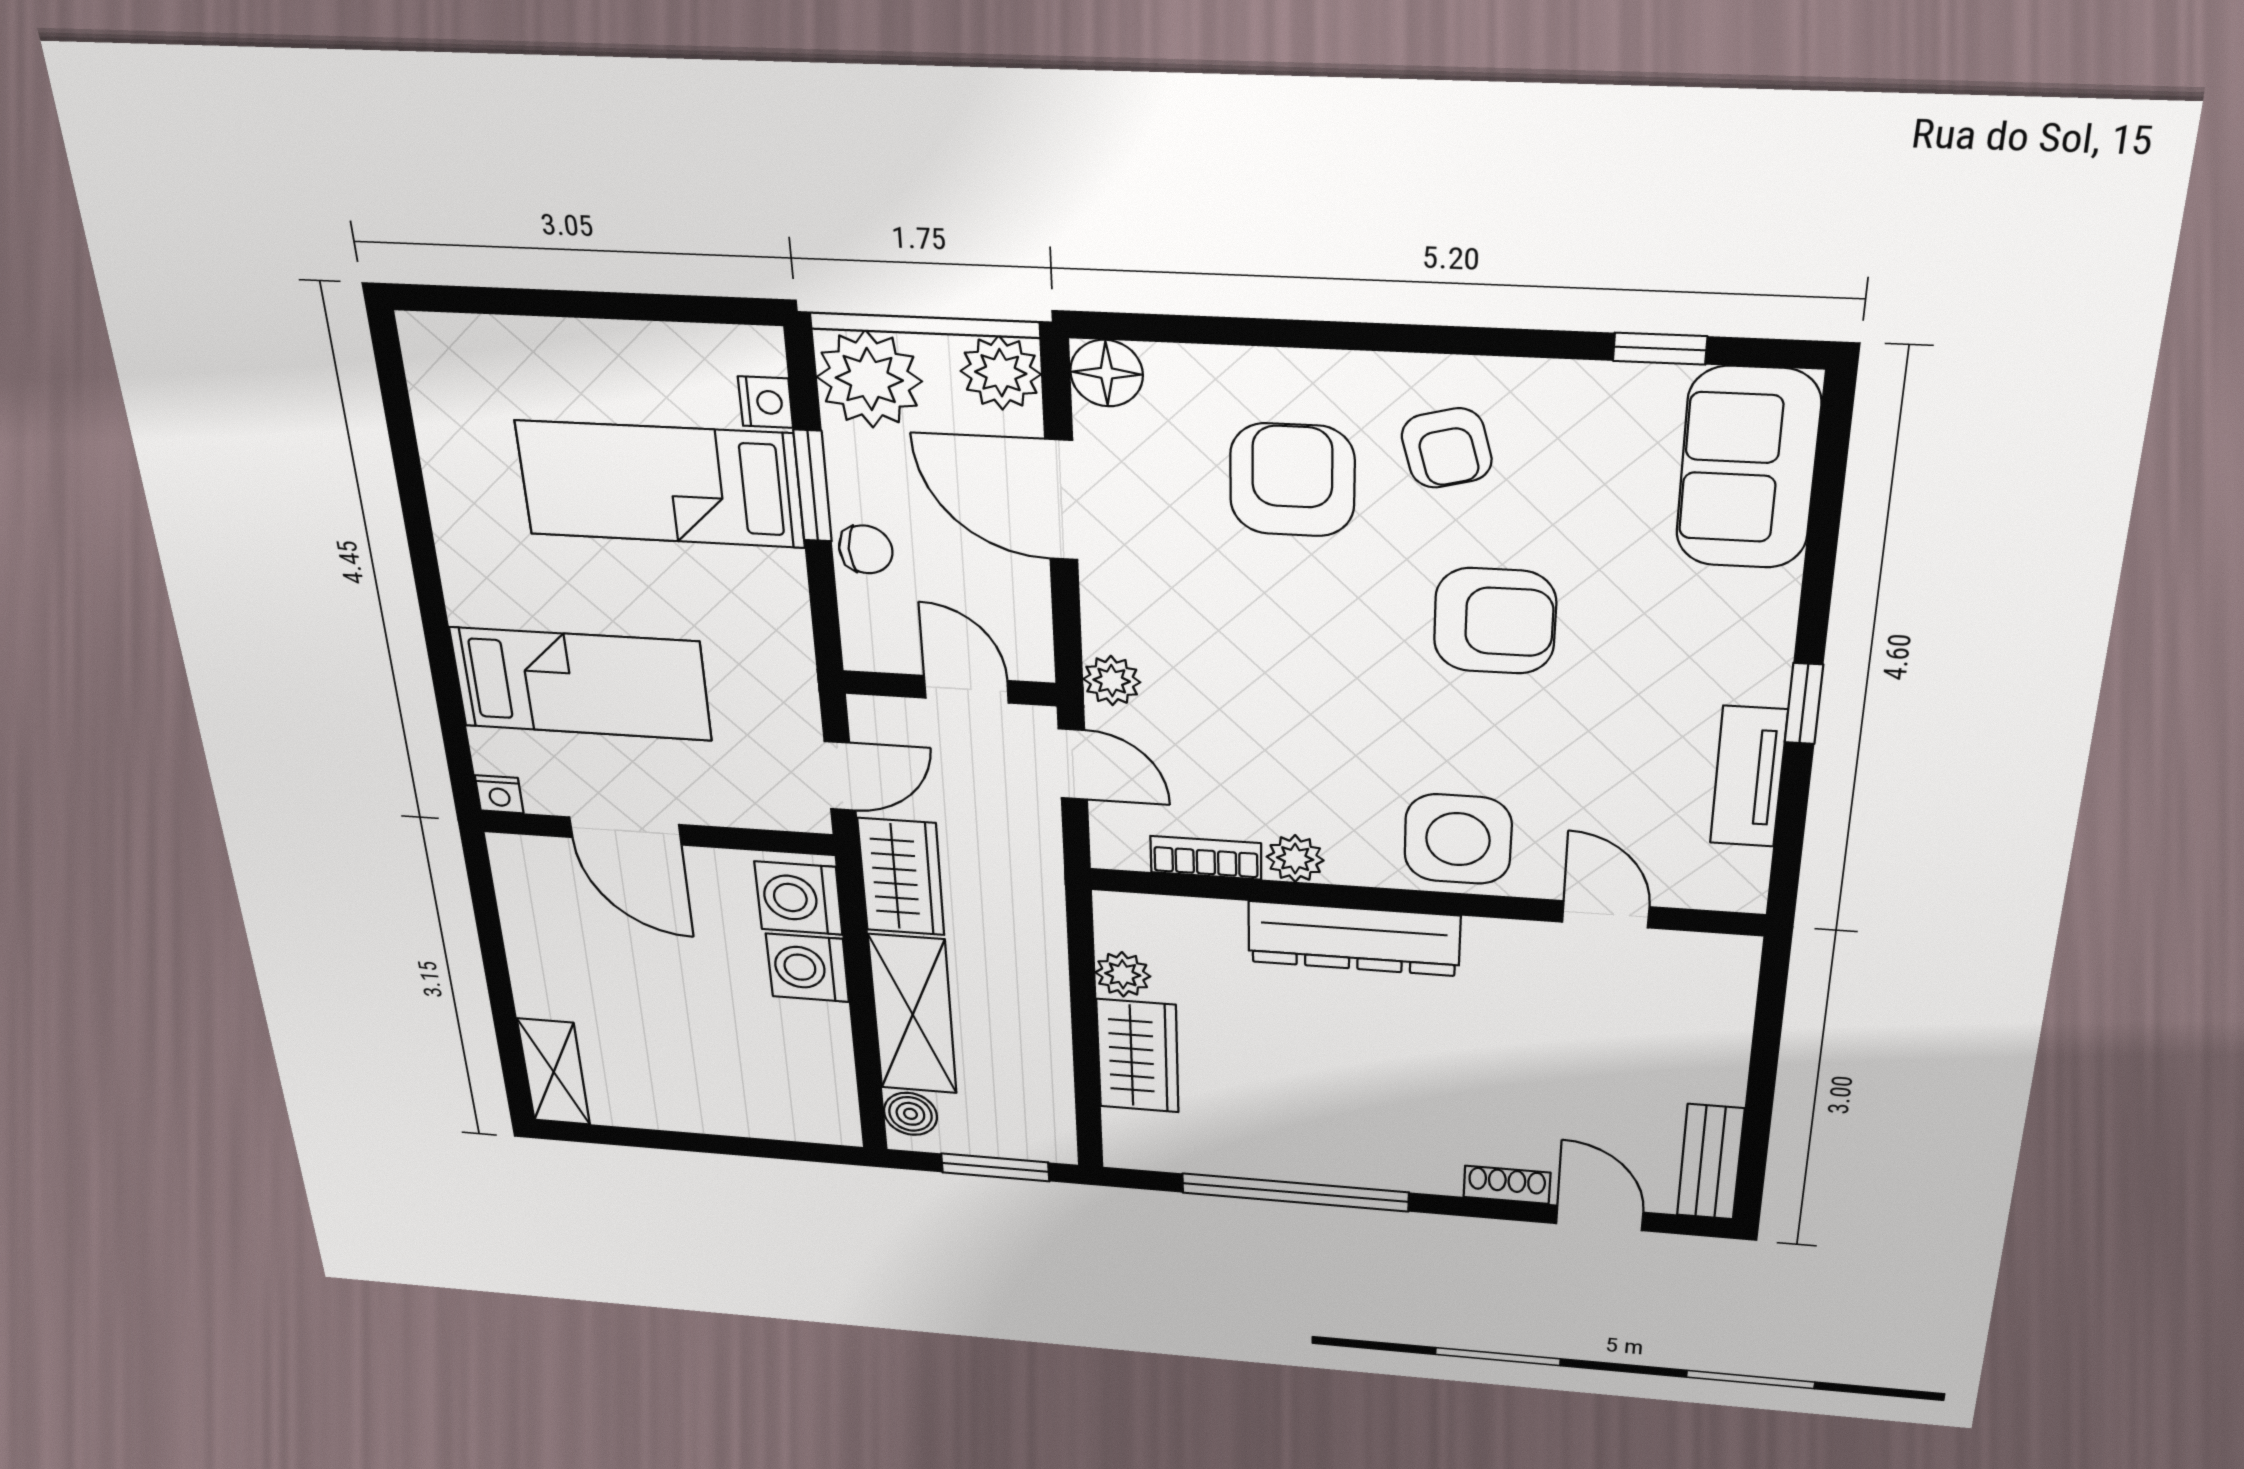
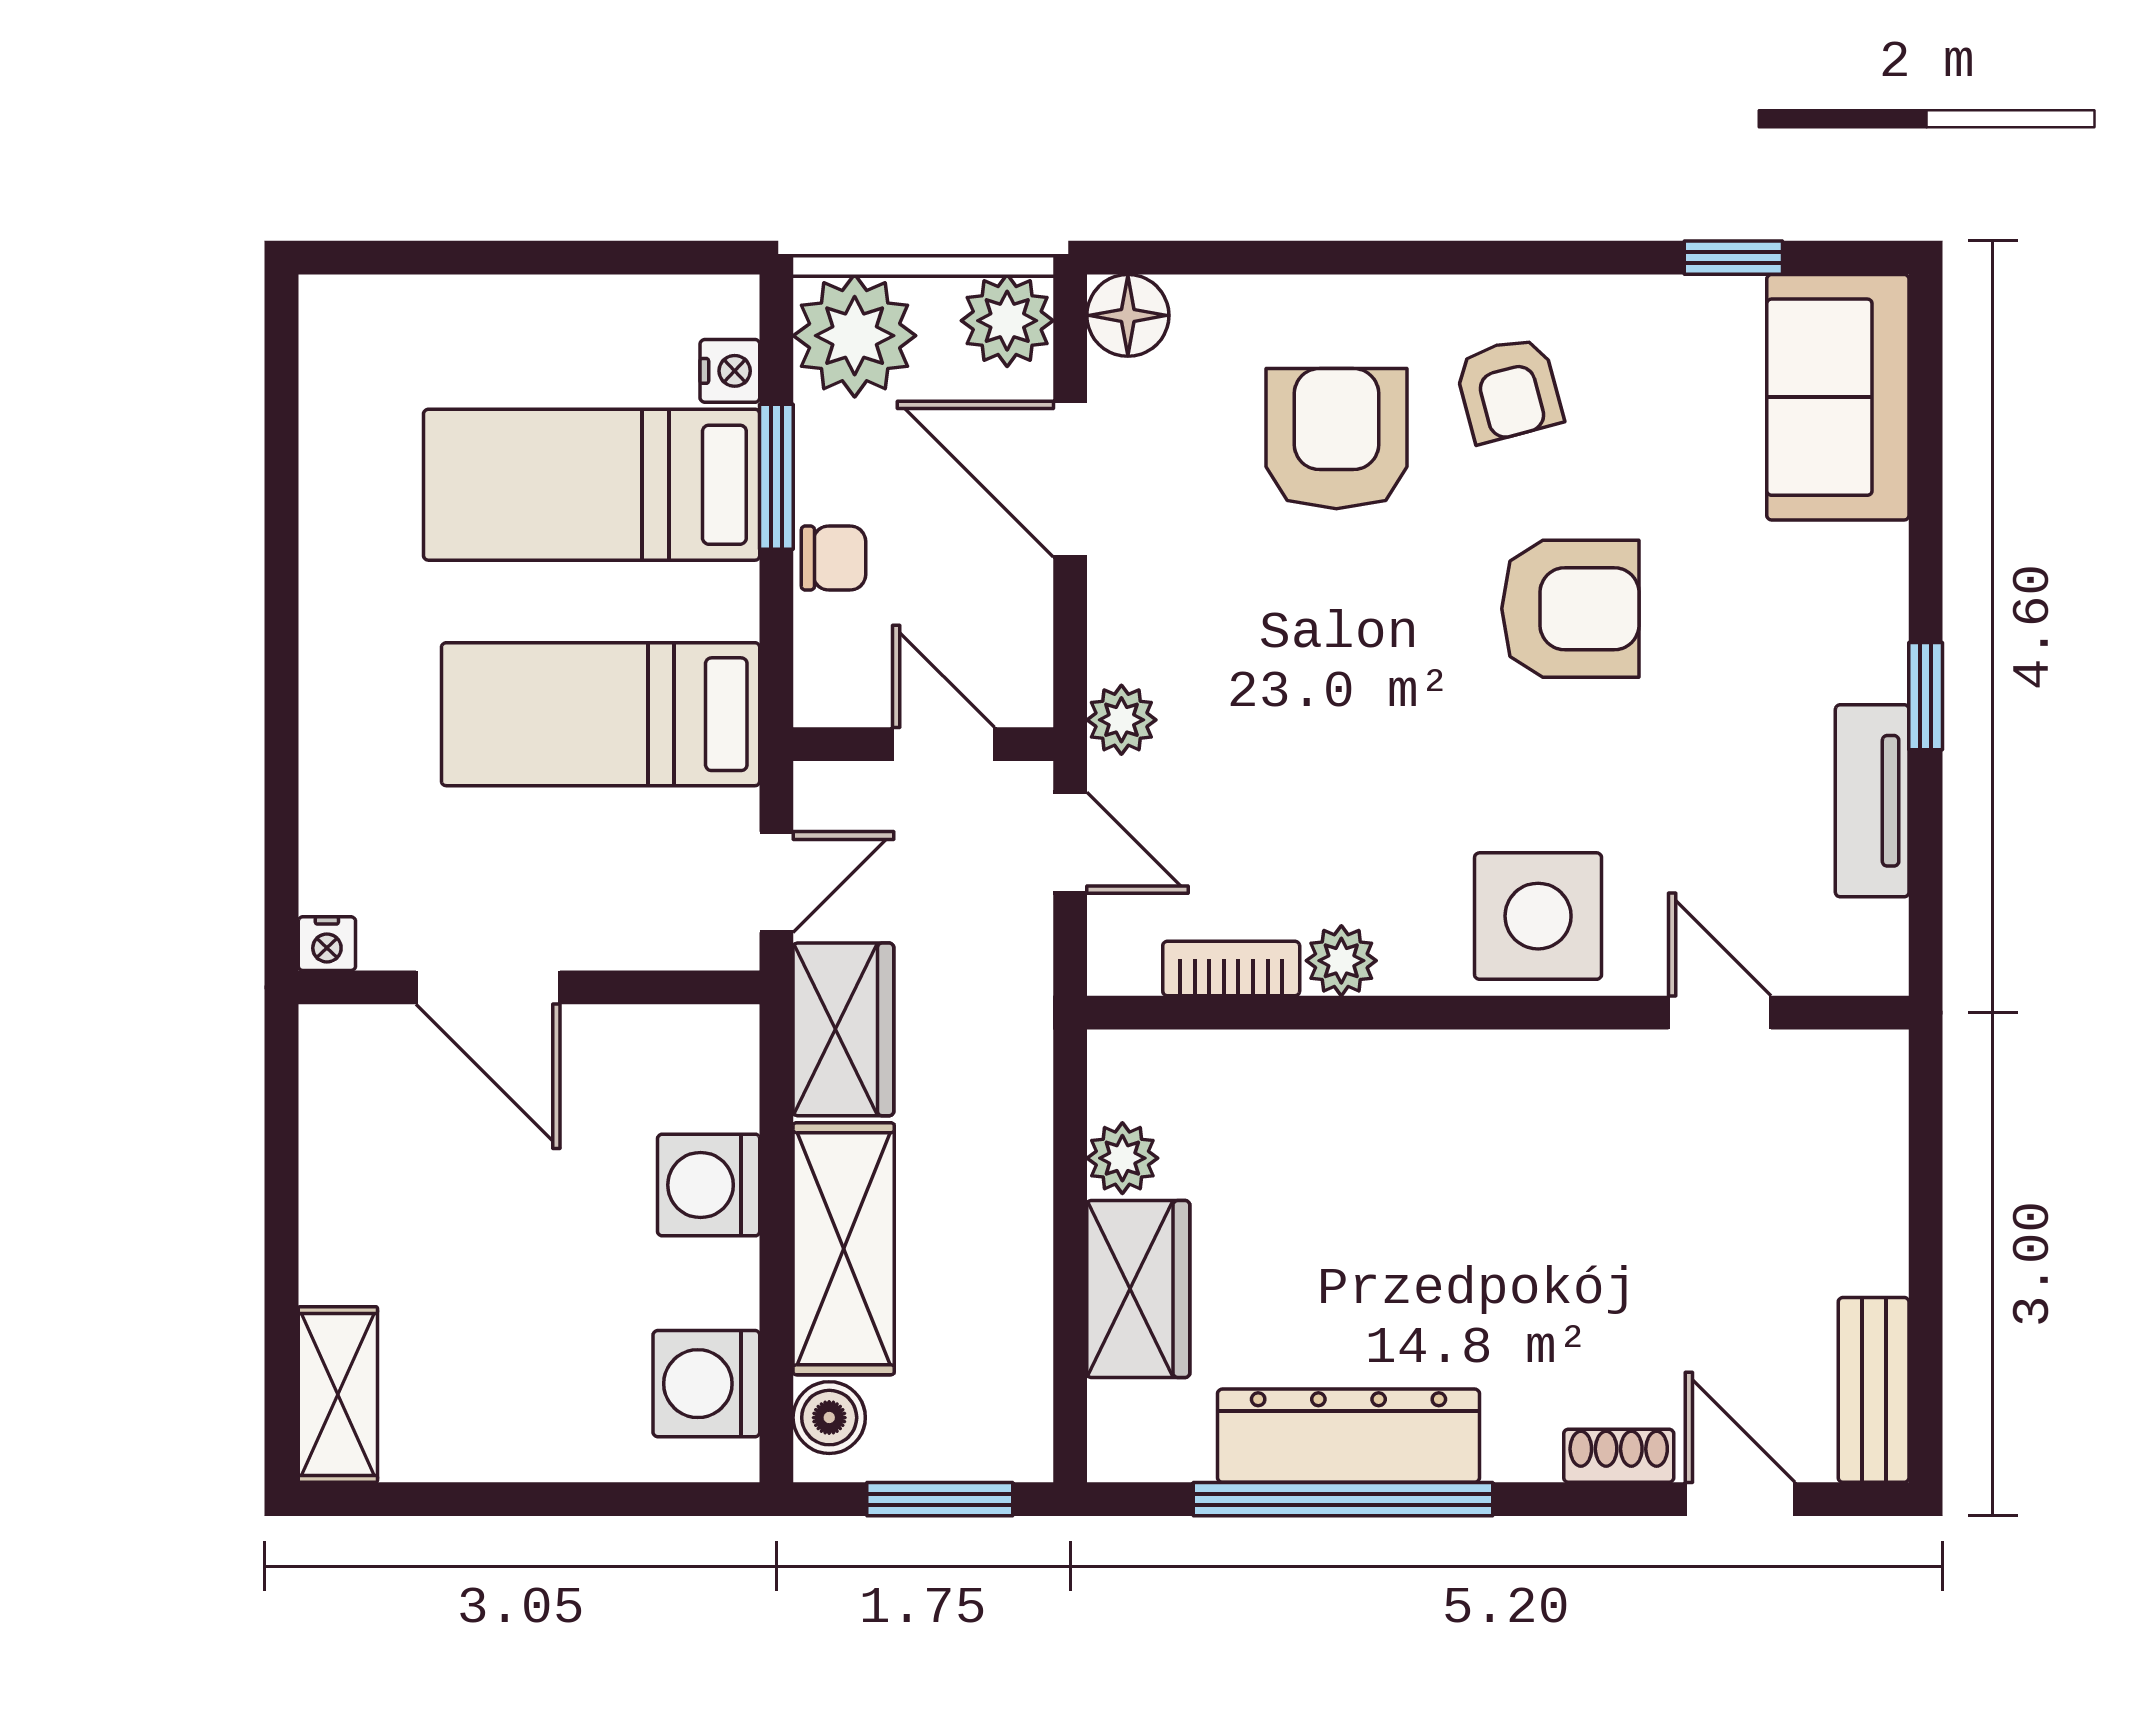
bed: (581, 684) -> (601, 714), moved, turned 180
washing machine: (798, 898) -> (706, 1384), moved
dresser: (1354, 939) -> (1348, 1436), moved, turned 180

